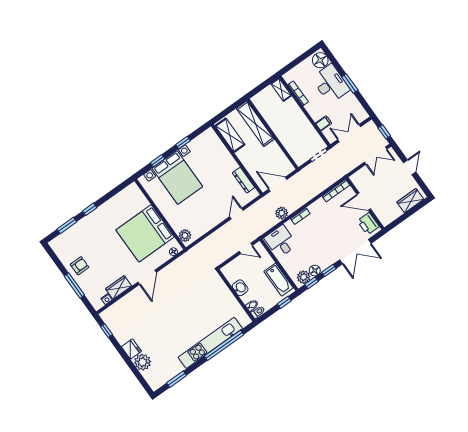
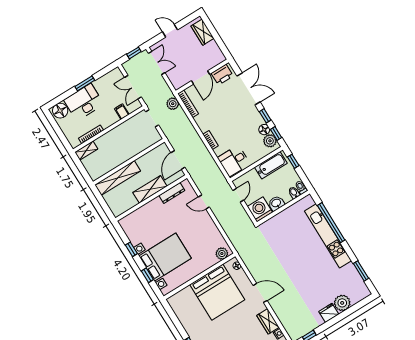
shelving: (230, 135) -> (150, 189), moved
plant: (282, 213) -> (173, 104), moved
washing machine: (233, 271) -> (260, 209), added

